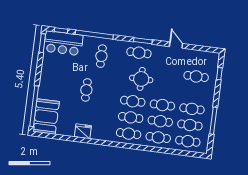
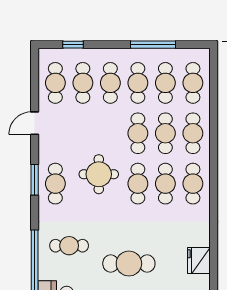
cafe table: (198, 60) -> (55, 83), added
cafe table: (86, 90) -> (129, 264), width x1.37, depth x1.35
cafe table: (194, 93) -> (110, 83), added

